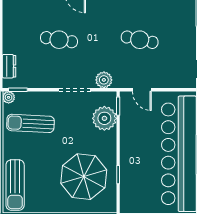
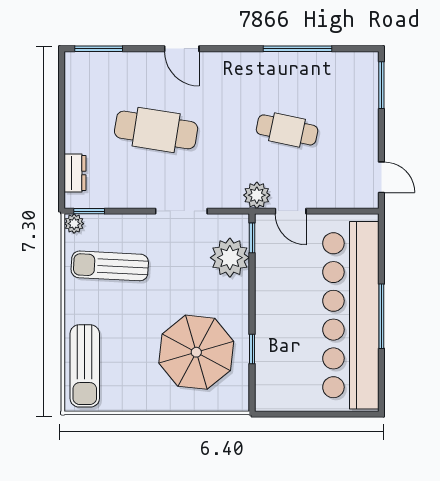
cafe table: (59, 40) -> (156, 130), width x1.37, depth x1.35
plant: (104, 80) -> (257, 195), moved

